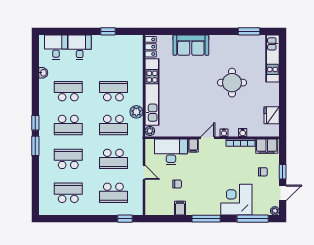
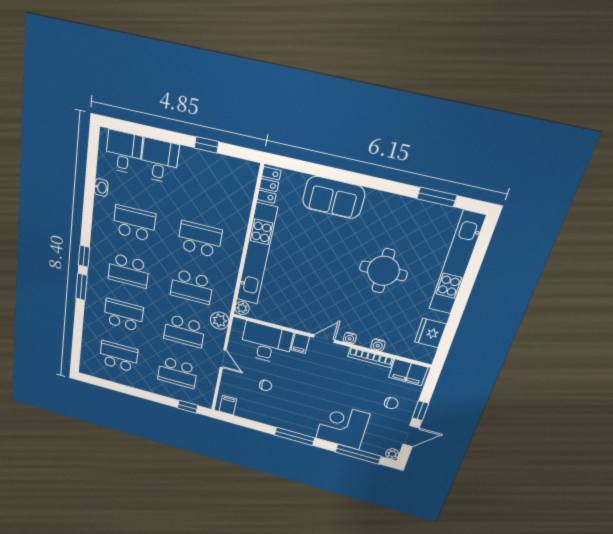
kitchen unit: (273, 59) -> (457, 263), width x1.36
plant: (136, 112) -> (220, 321), moved
filing cabinet: (180, 208) -> (228, 405), moved

